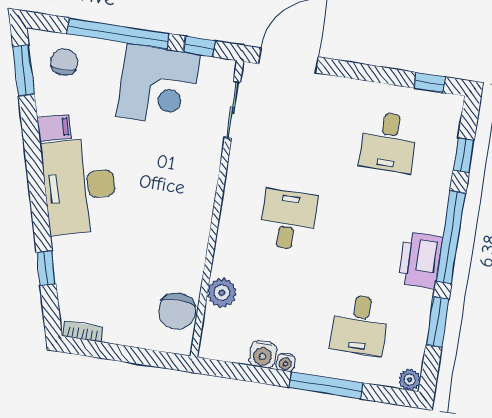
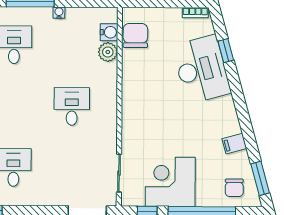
desk: (80, 186) -> (201, 69), moved
desk: (288, 220) -> (72, 106), turned 180
water cooler: (263, 354) -> (109, 32), moved, turned 90

